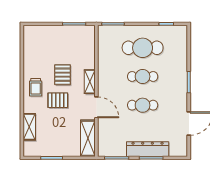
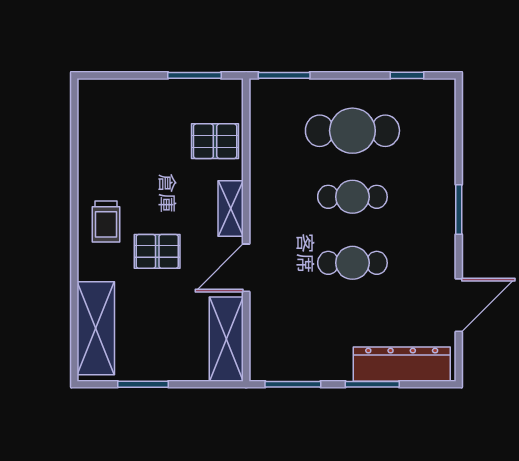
pallet: (63, 75) -> (215, 141), moved, turned 90
door: (96, 107) -> (246, 268), swing flipped
shelving: (29, 127) -> (96, 328), width x1.50, depth x1.33
dresser: (148, 149) -> (402, 364), moved

